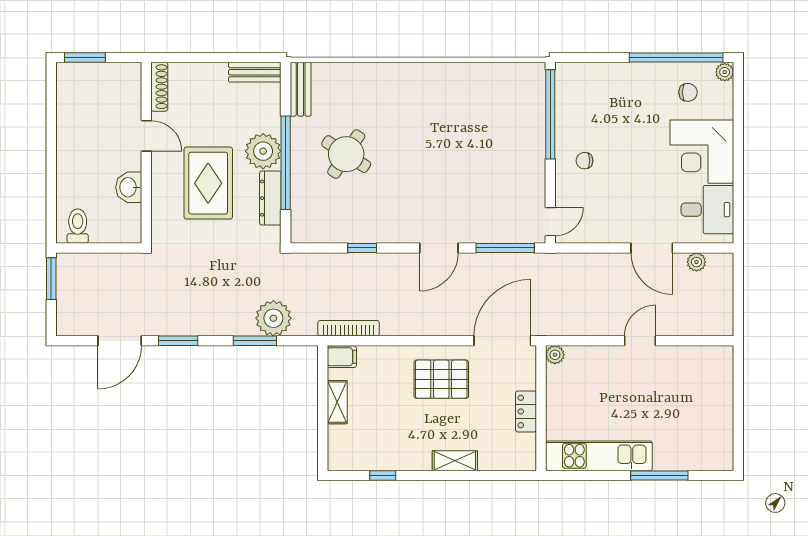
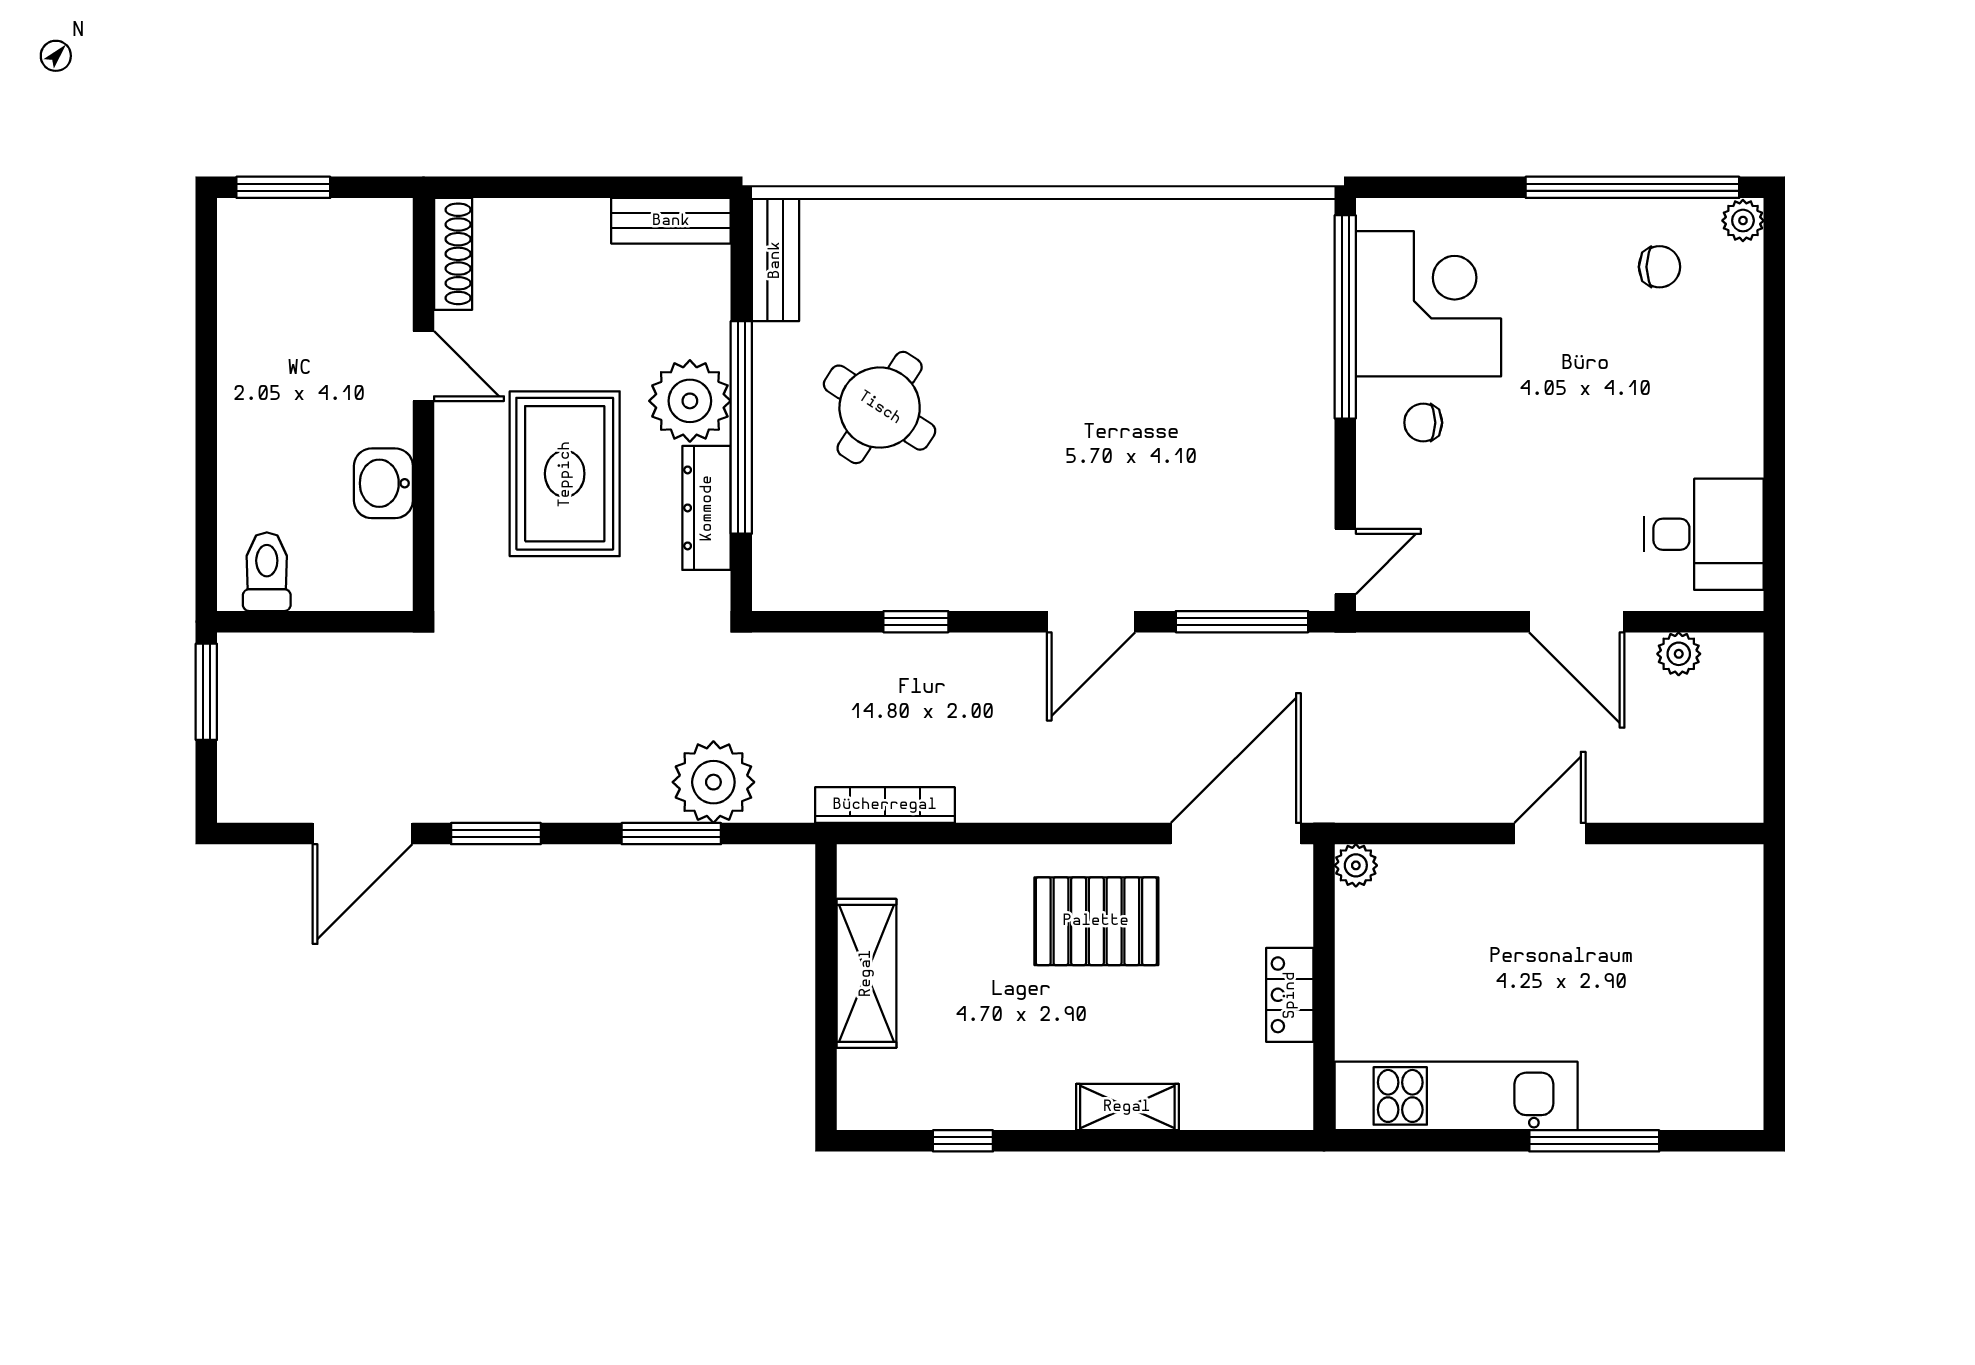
corner desk: (702, 152) -> (1428, 304), moved, turned 180
filing cabinet: (342, 357) -> (870, 870), removed
shelving: (337, 402) -> (866, 973), width x1.50, depth x1.33

